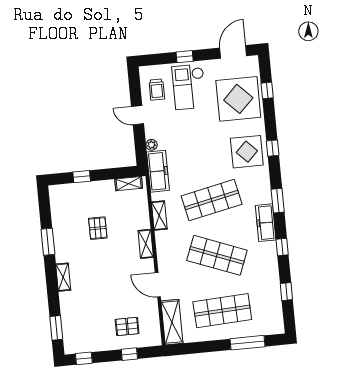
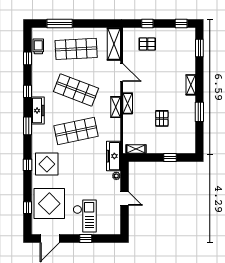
trolley: (157, 90) -> (38, 46), moved
shelving: (159, 216) -> (116, 107), moved

